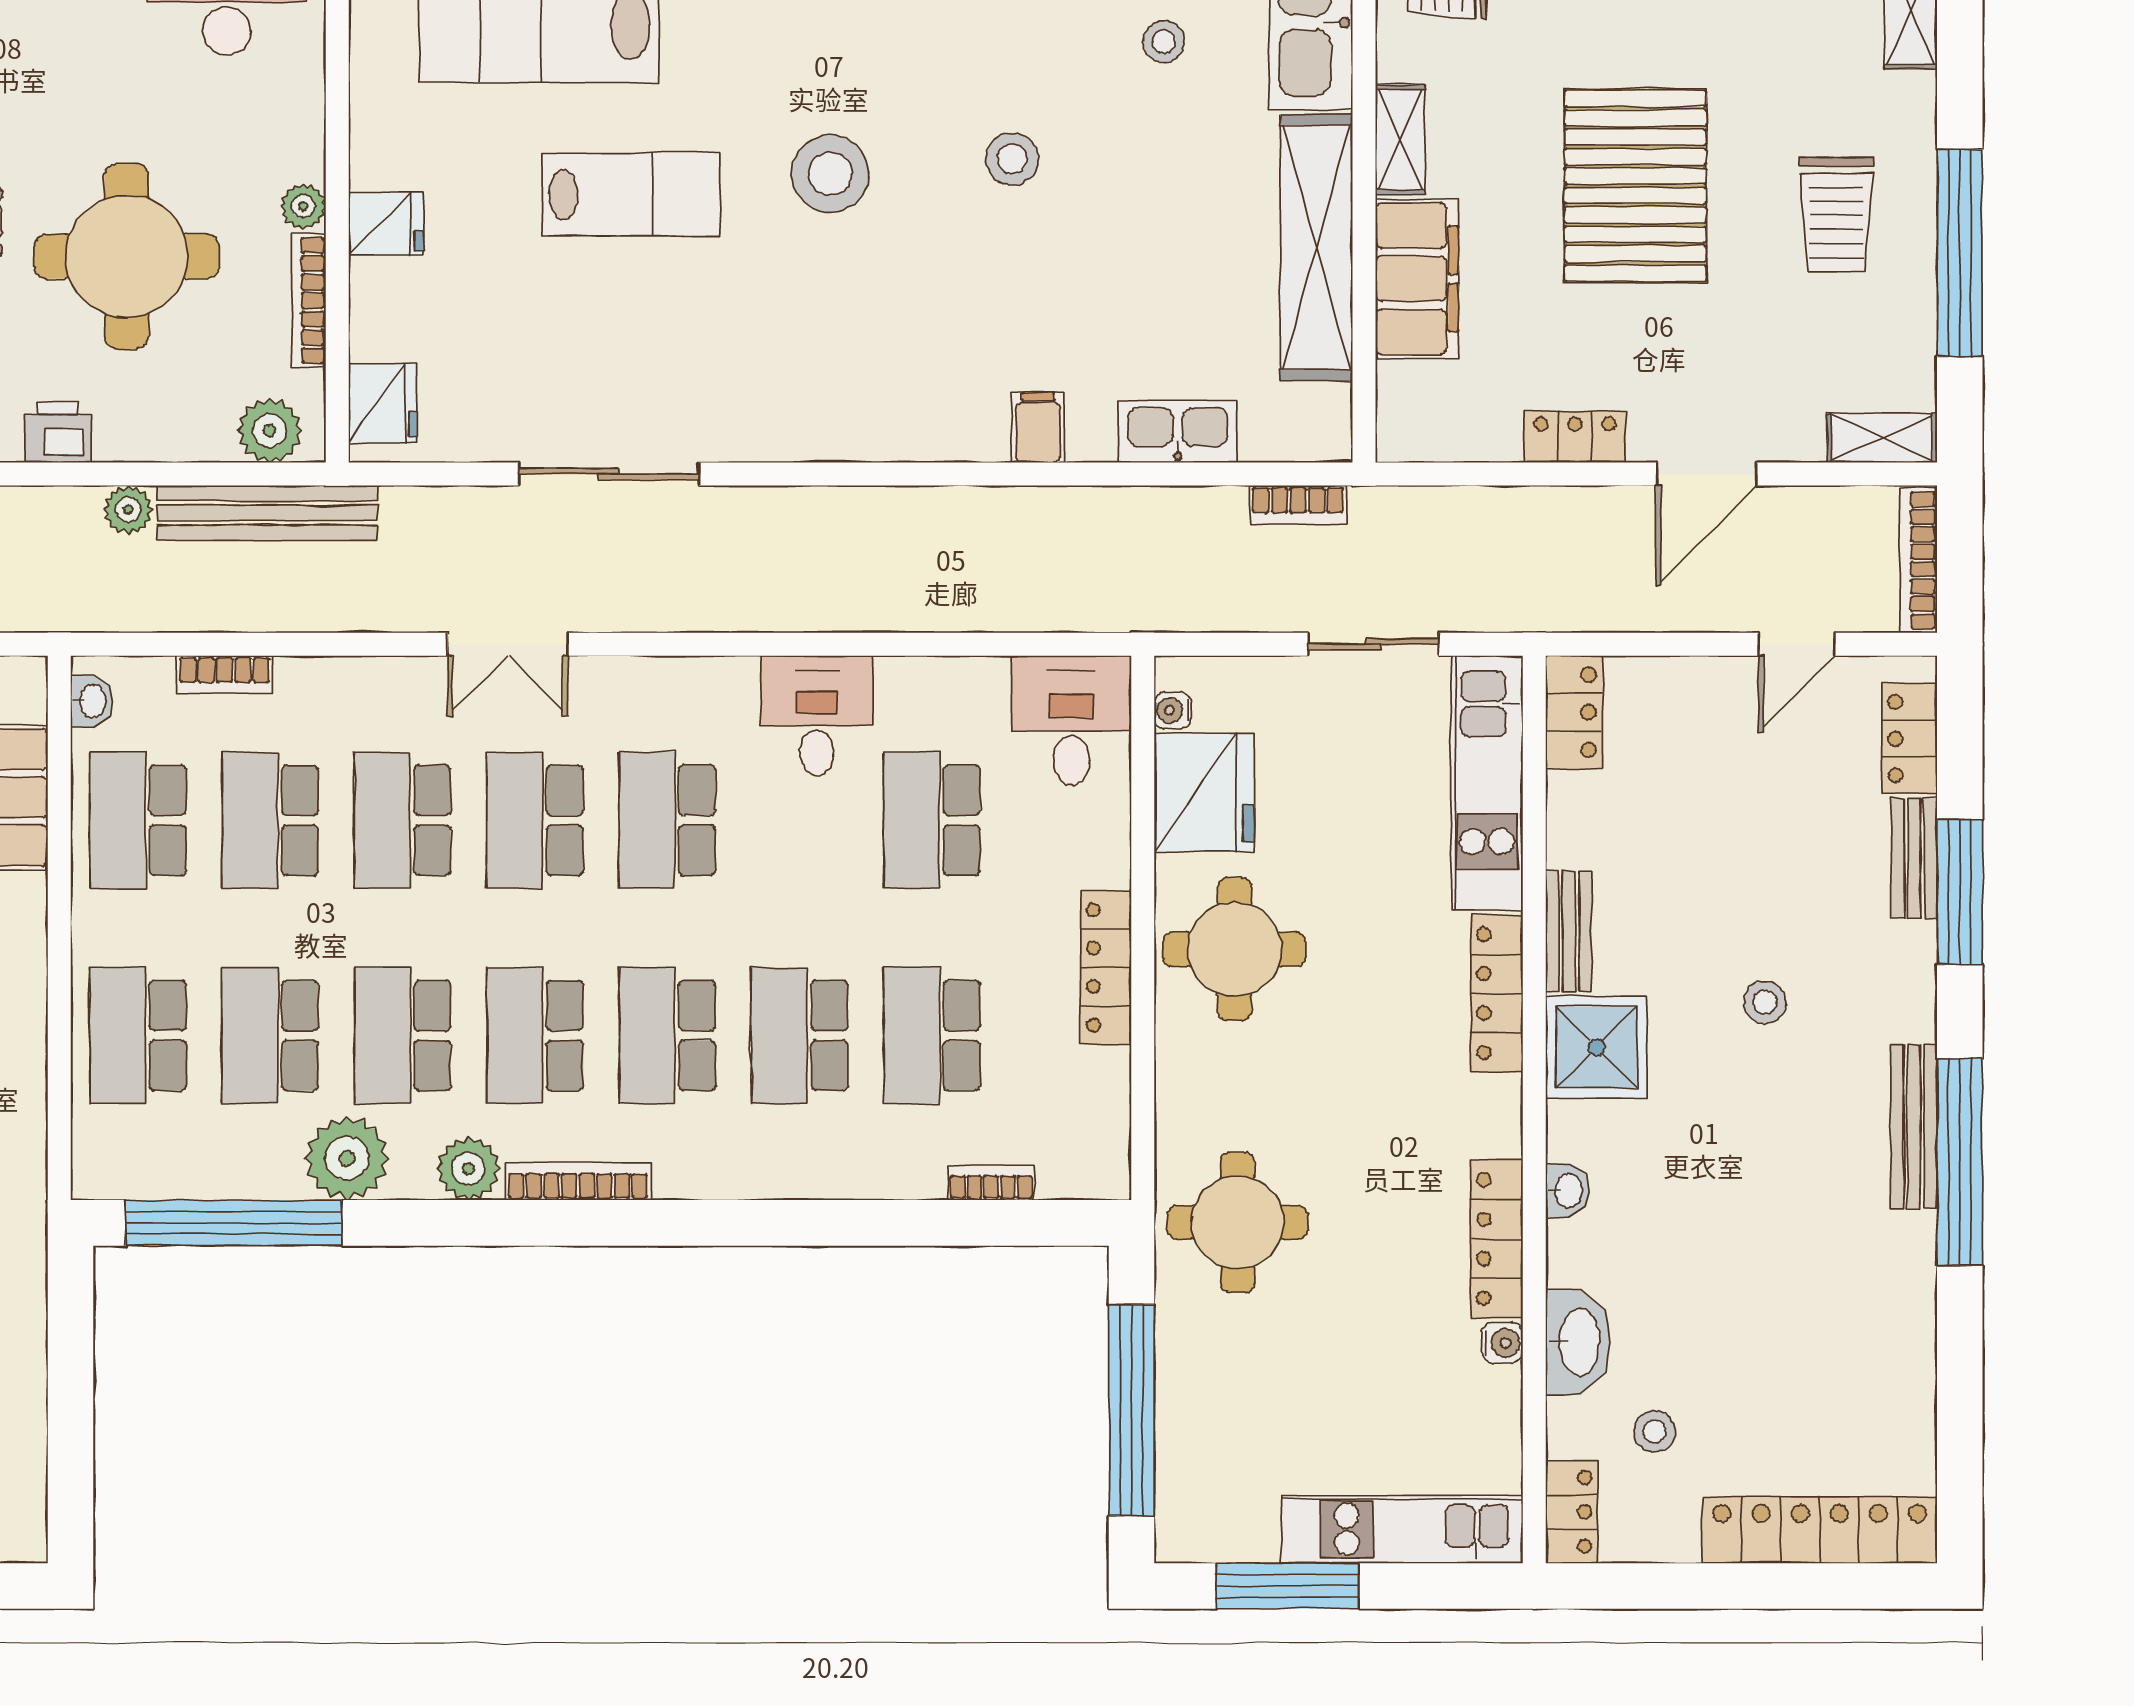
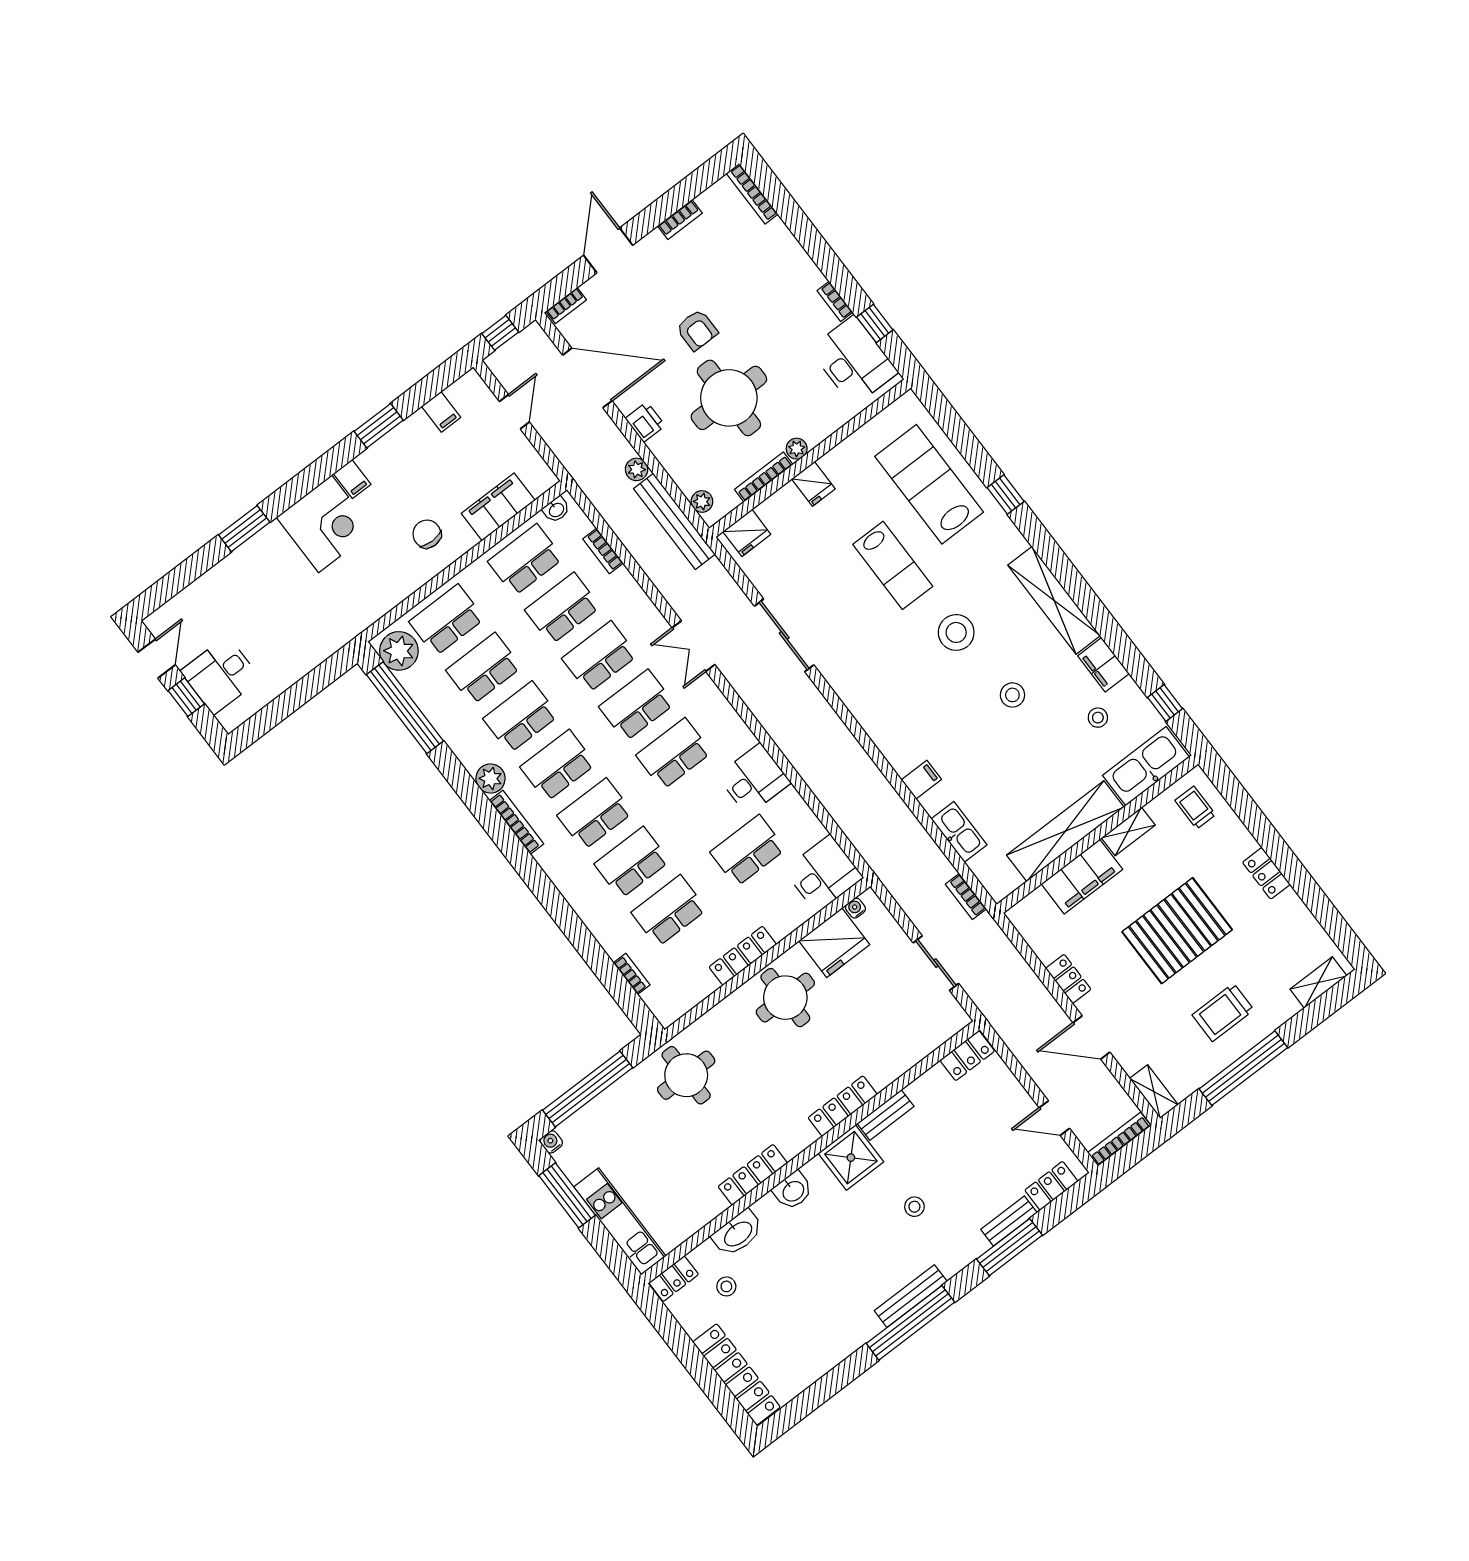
plant: (270, 430) -> (702, 501), width x0.73, depth x0.73
kitchen unit: (1487, 783) -> (917, 1044), removed
plant: (347, 1158) -> (399, 651), moved
washbasin: (1567, 1191) -> (793, 1191), width x1.38, depth x1.45
water cooler: (1502, 1343) -> (551, 1142), moved, turned 180

